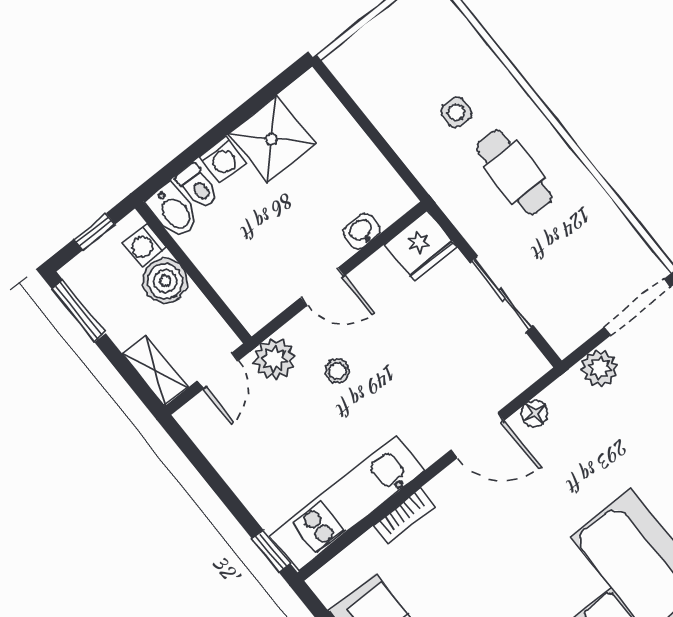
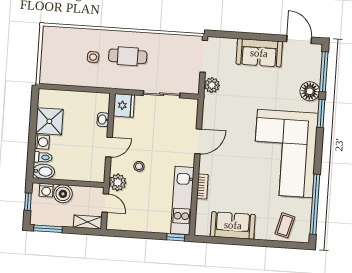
floor lamp: (535, 413) -> (207, 118), removed

